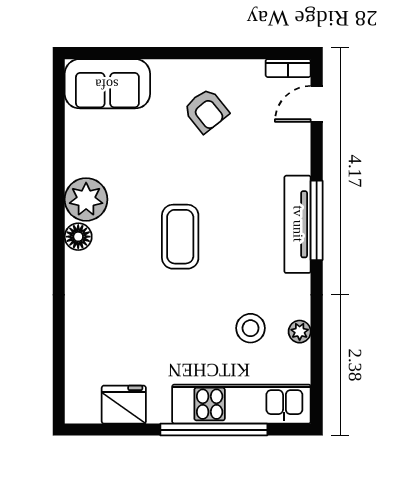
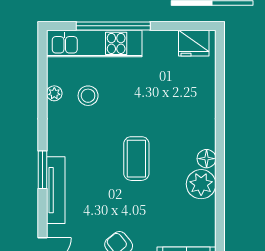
window: (317, 220) -> (43, 170), width x0.69
tv unit: (298, 224) -> (56, 190), moved
fridge: (124, 405) -> (194, 43), moved

